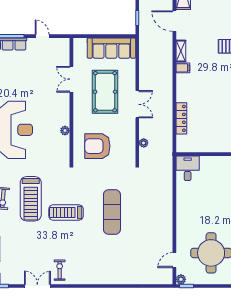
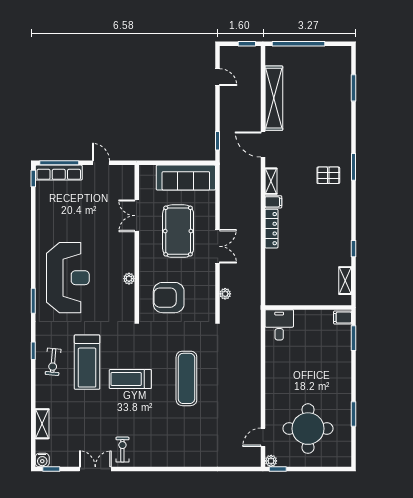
locker: (181, 118) -> (271, 229), moved

